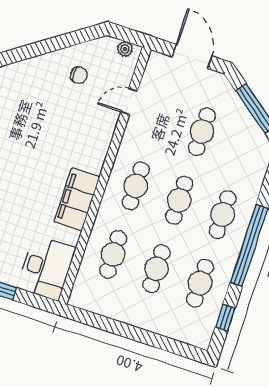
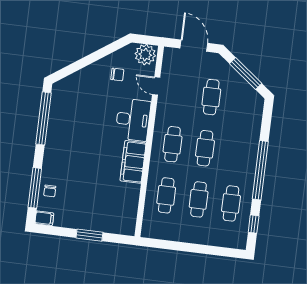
plant: (125, 49) -> (145, 55), width x1.88, depth x1.88
door: (129, 101) -> (156, 86), hinge flipped
cafe table: (223, 215) -> (237, 152), removed
desk: (46, 268) -> (133, 120), moved

